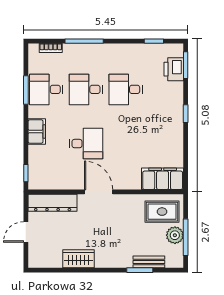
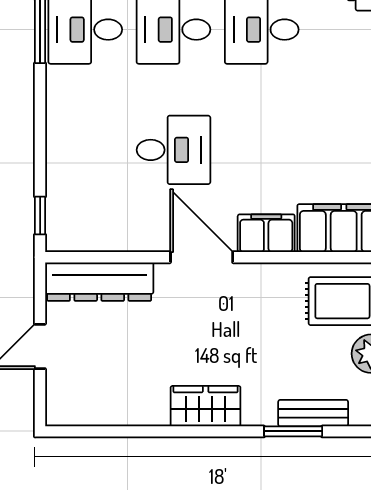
filing cabinet: (37, 131) -> (266, 233), moved, turned -90
wardrobe: (79, 259) -> (206, 406), moved

